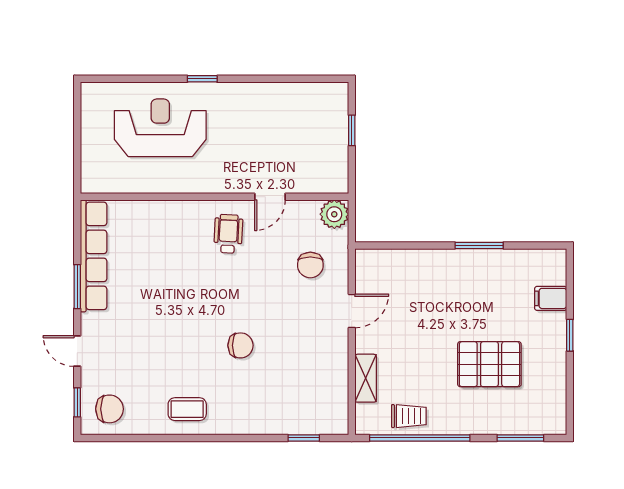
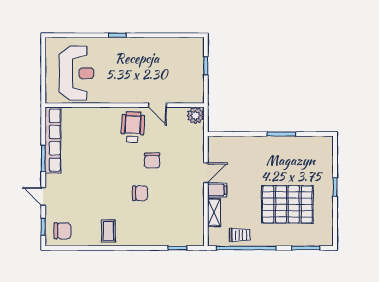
reception desk: (160, 128) -> (77, 73), moved, turned 90
door: (270, 197) -> (157, 105), hinge flipped
wheelchair: (228, 234) -> (133, 127), width x1.36, depth x1.37
chair: (310, 265) -> (152, 160), moved
filing cabinet: (551, 298) -> (217, 190), moved, turned 180
pallet: (489, 364) -> (287, 204), width x1.37, depth x1.41
coffee table: (187, 409) -> (108, 231), turned 90

